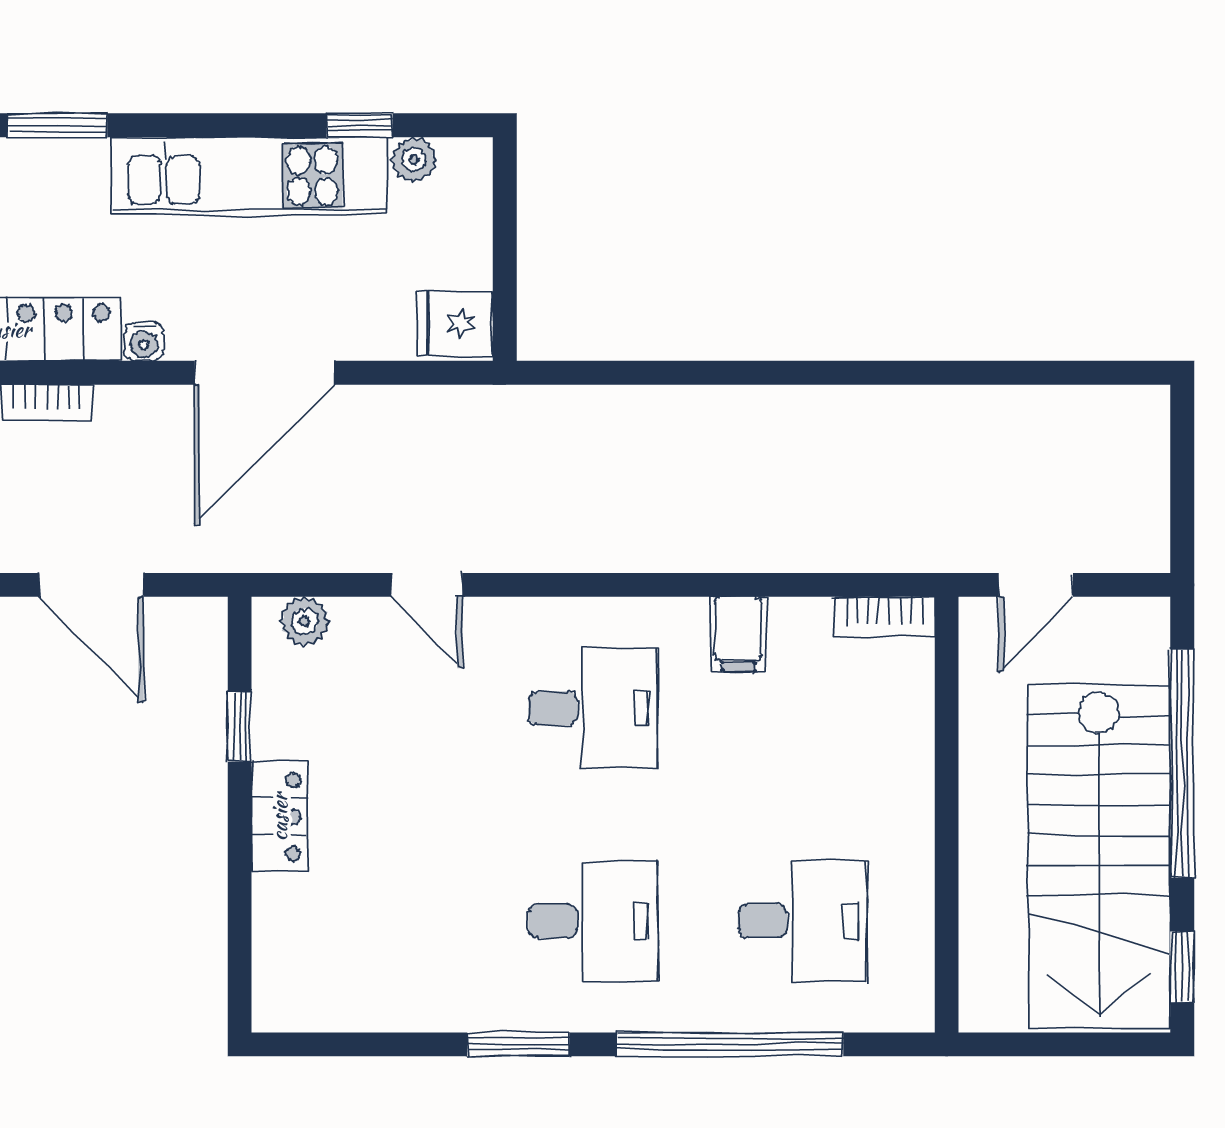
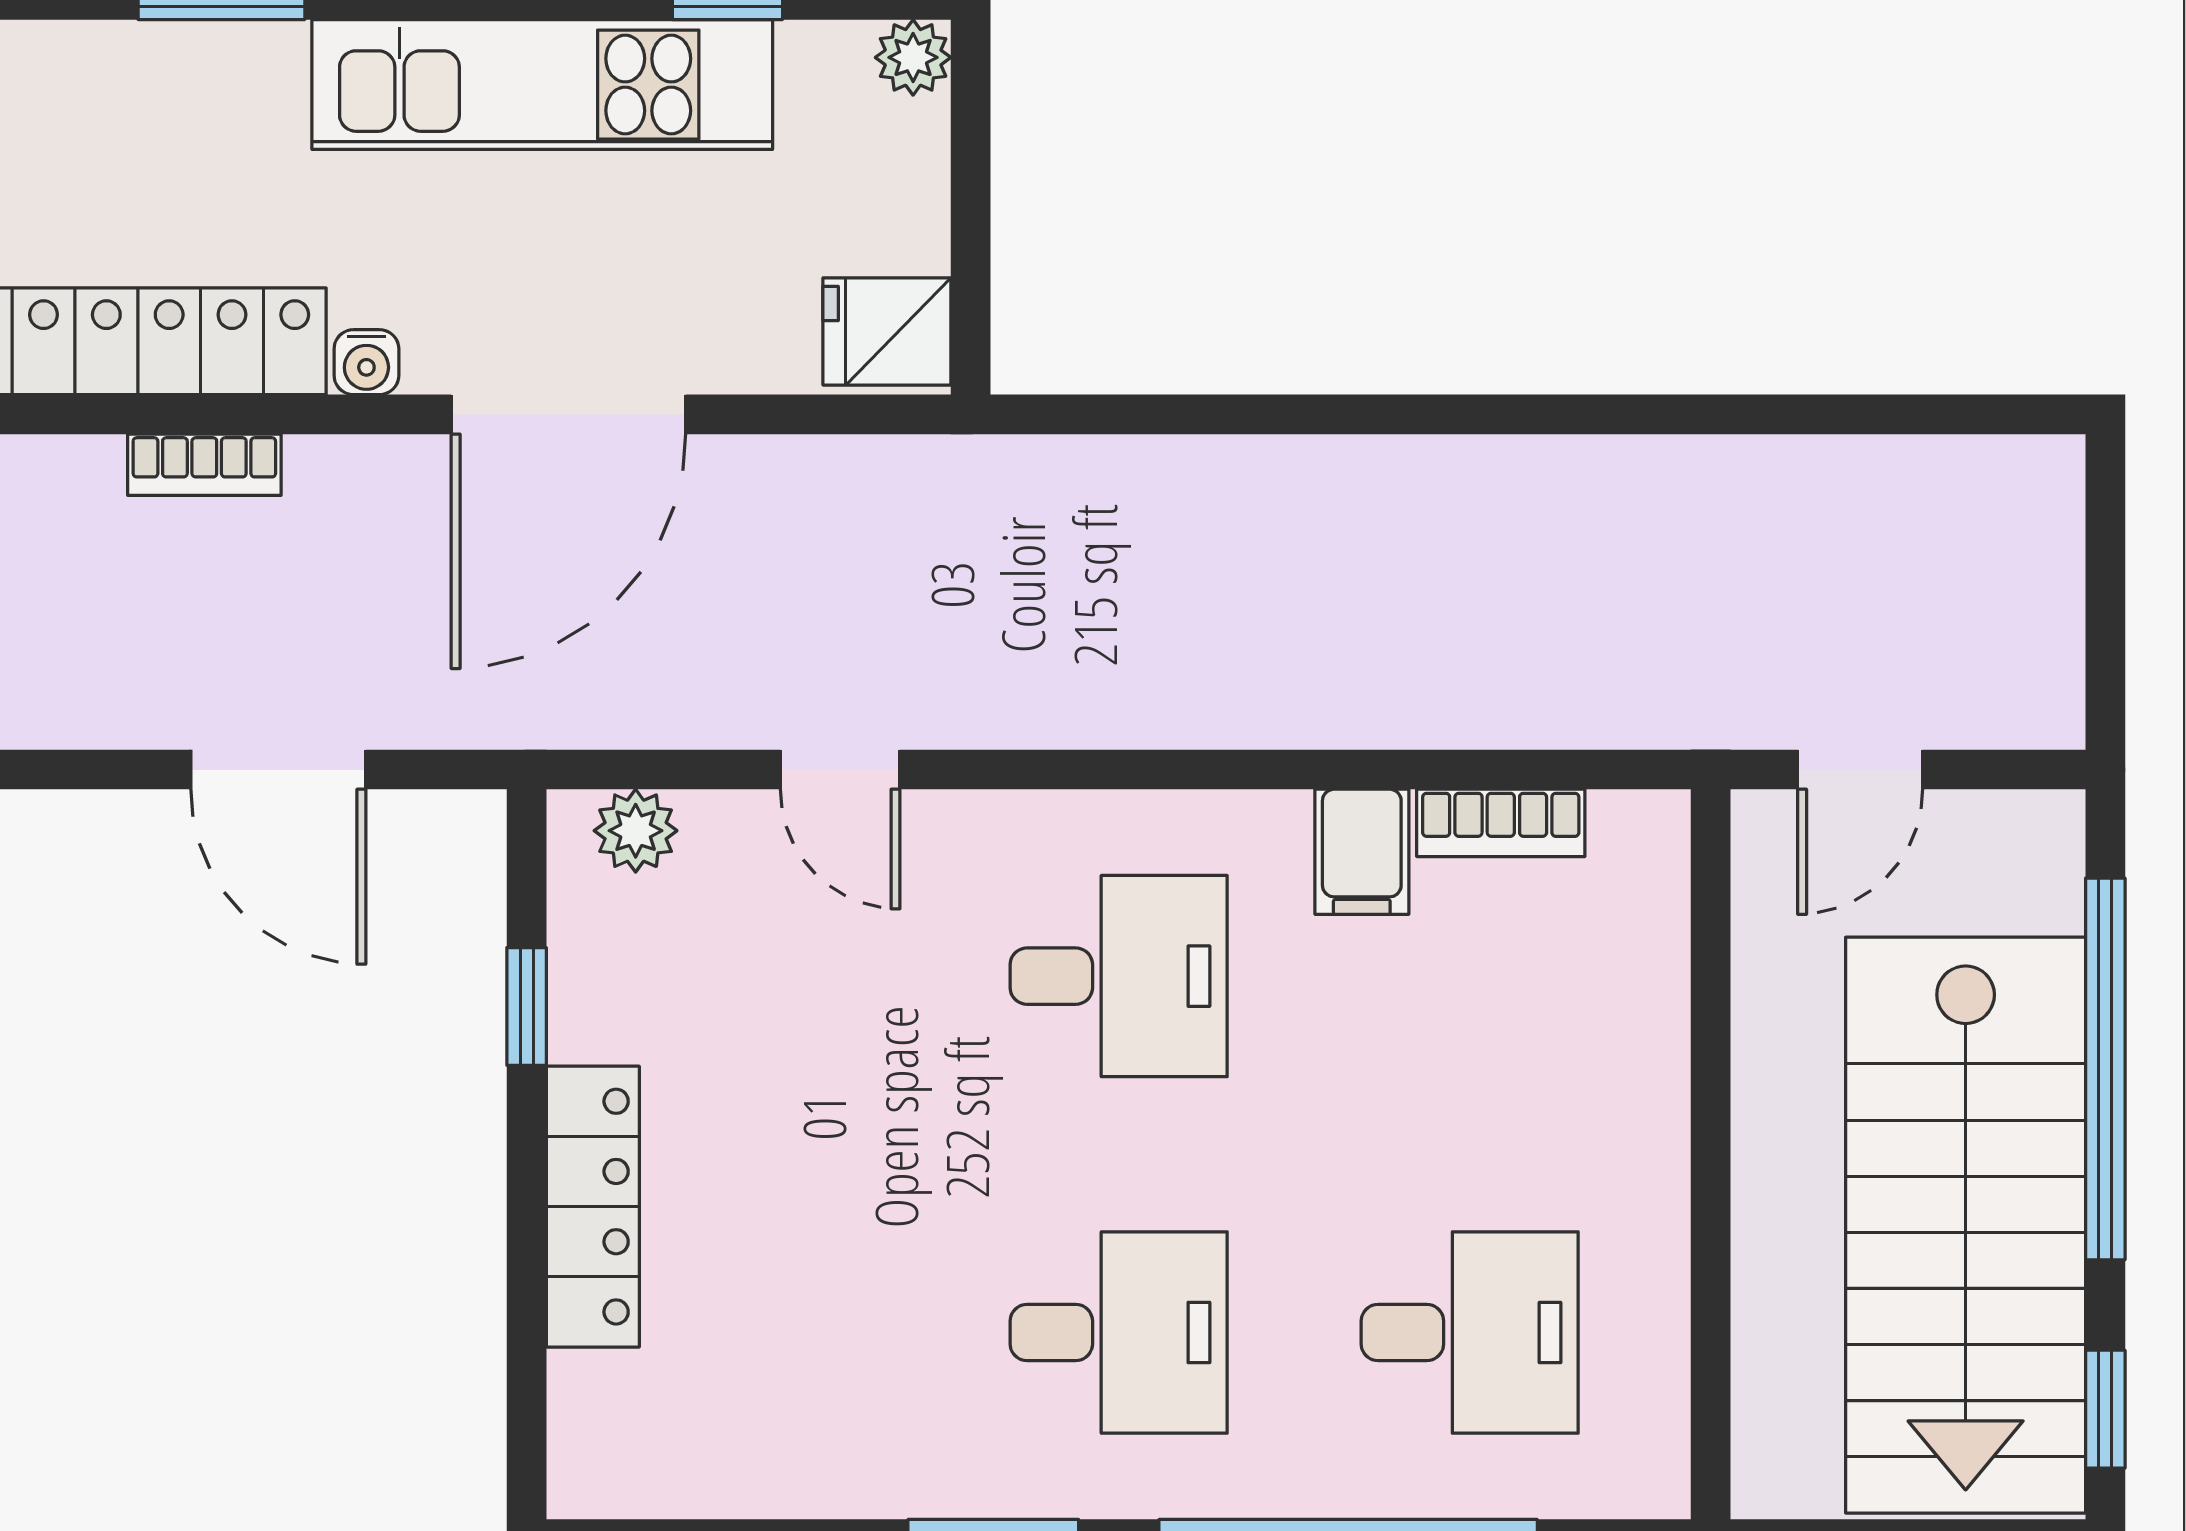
plant: (414, 160) -> (913, 57), moved
bookcase: (885, 617) -> (1501, 823), moved
locker: (279, 817) -> (593, 1207), width x1.53

